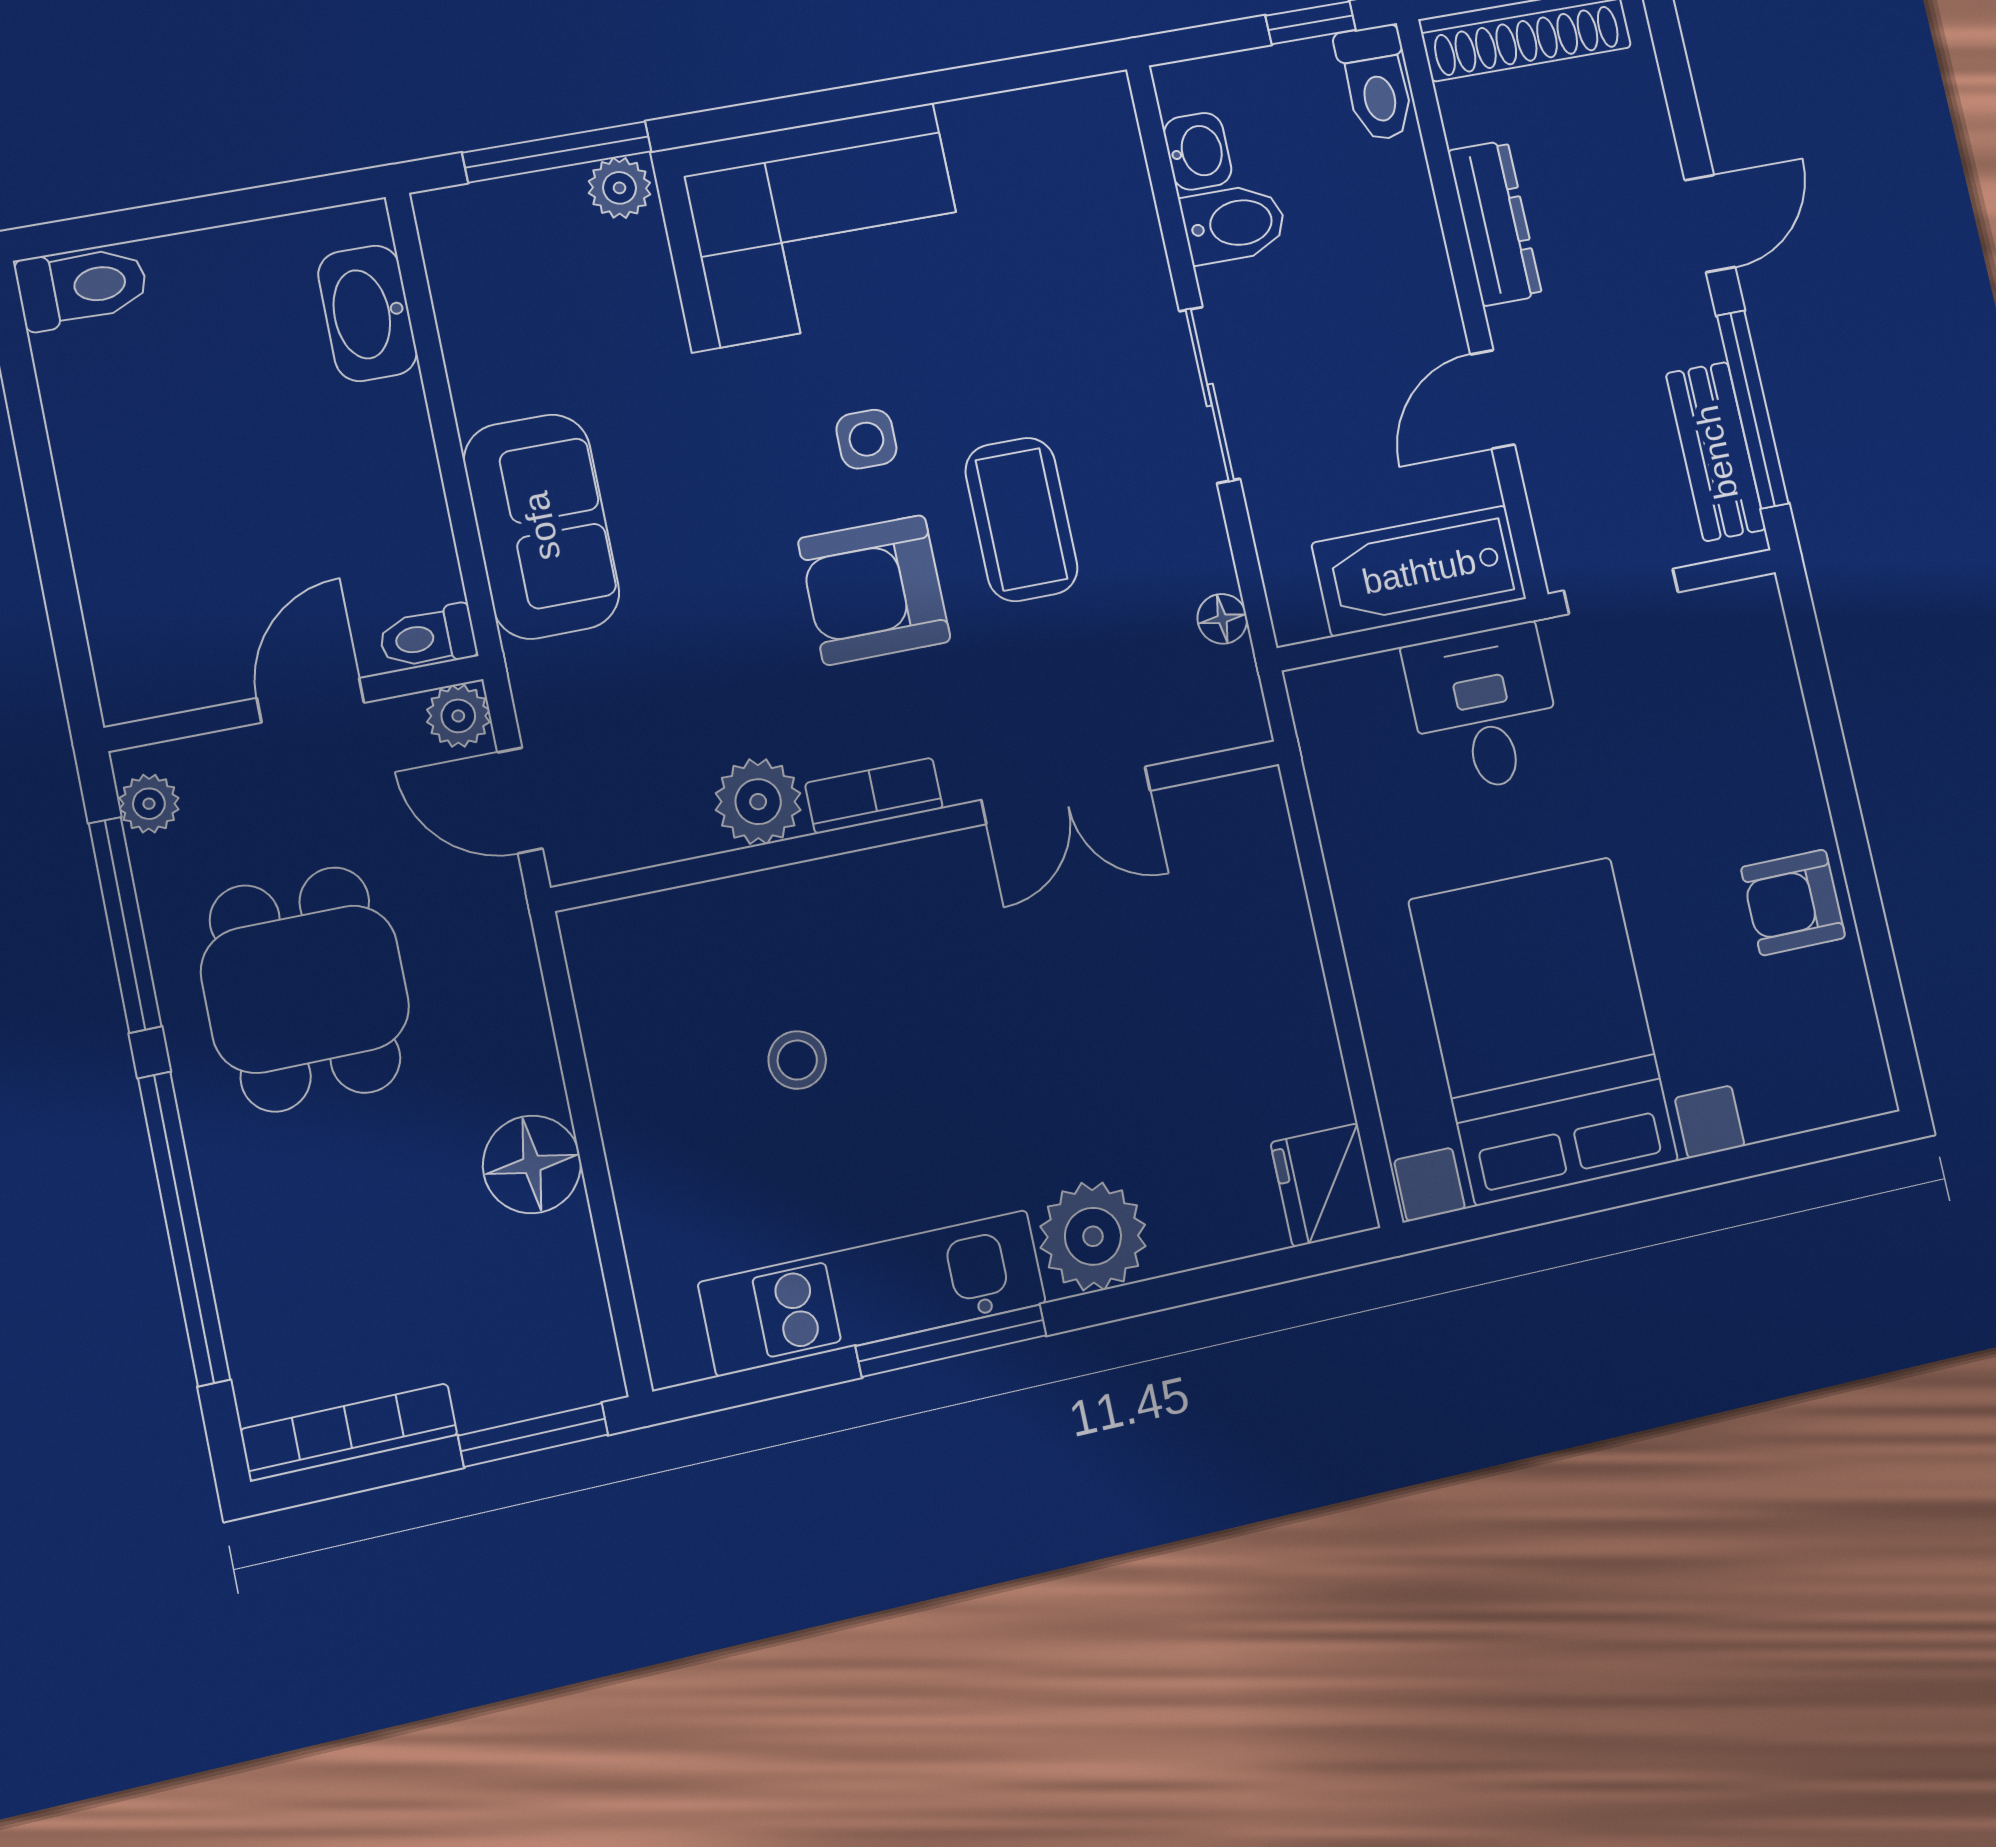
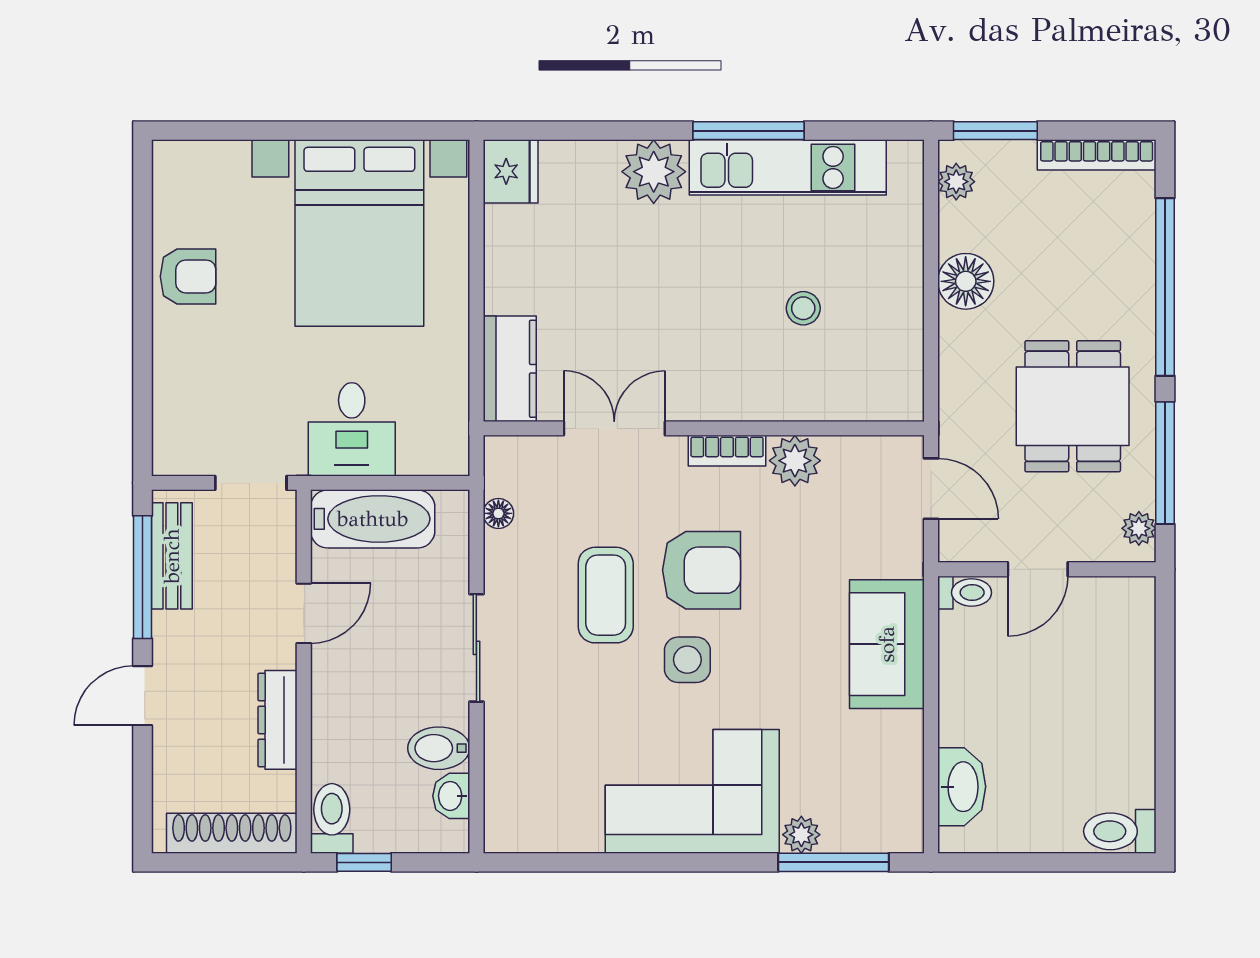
side table: (866, 439) -> (687, 660), width x1.37, depth x1.37
plant: (458, 716) -> (956, 182), moved
kitchen counter: (1256, 859) -> (510, 369), added

